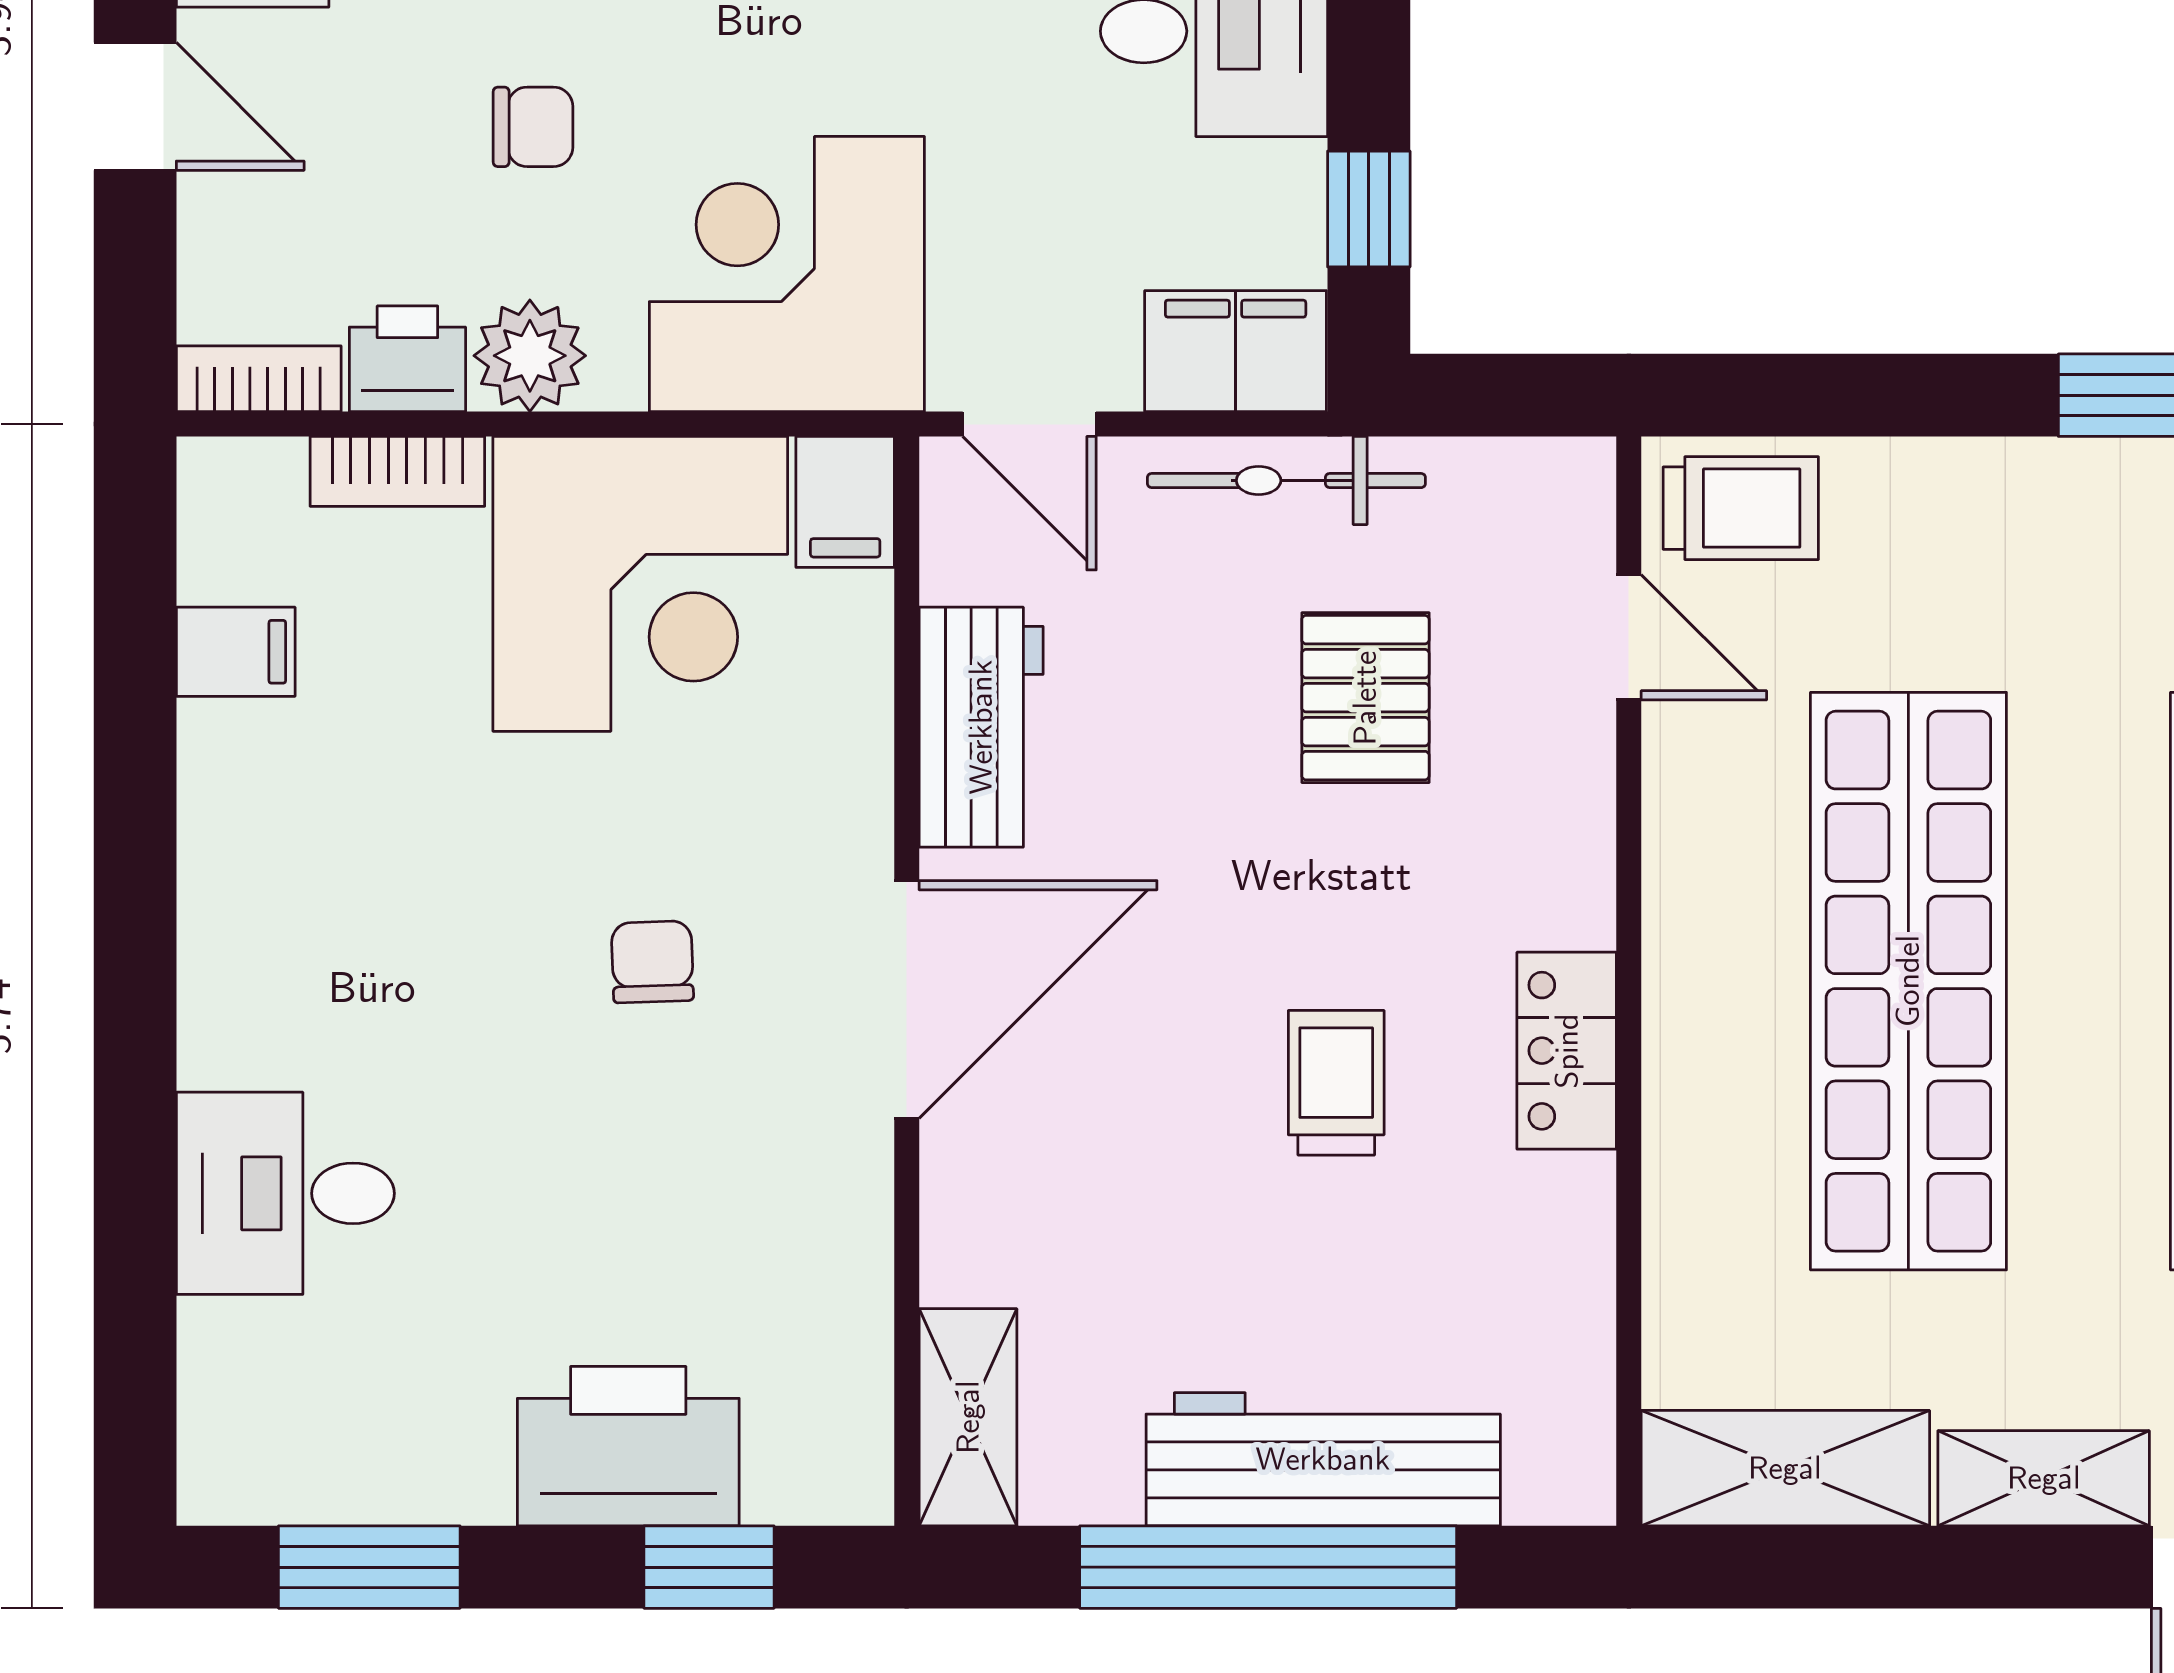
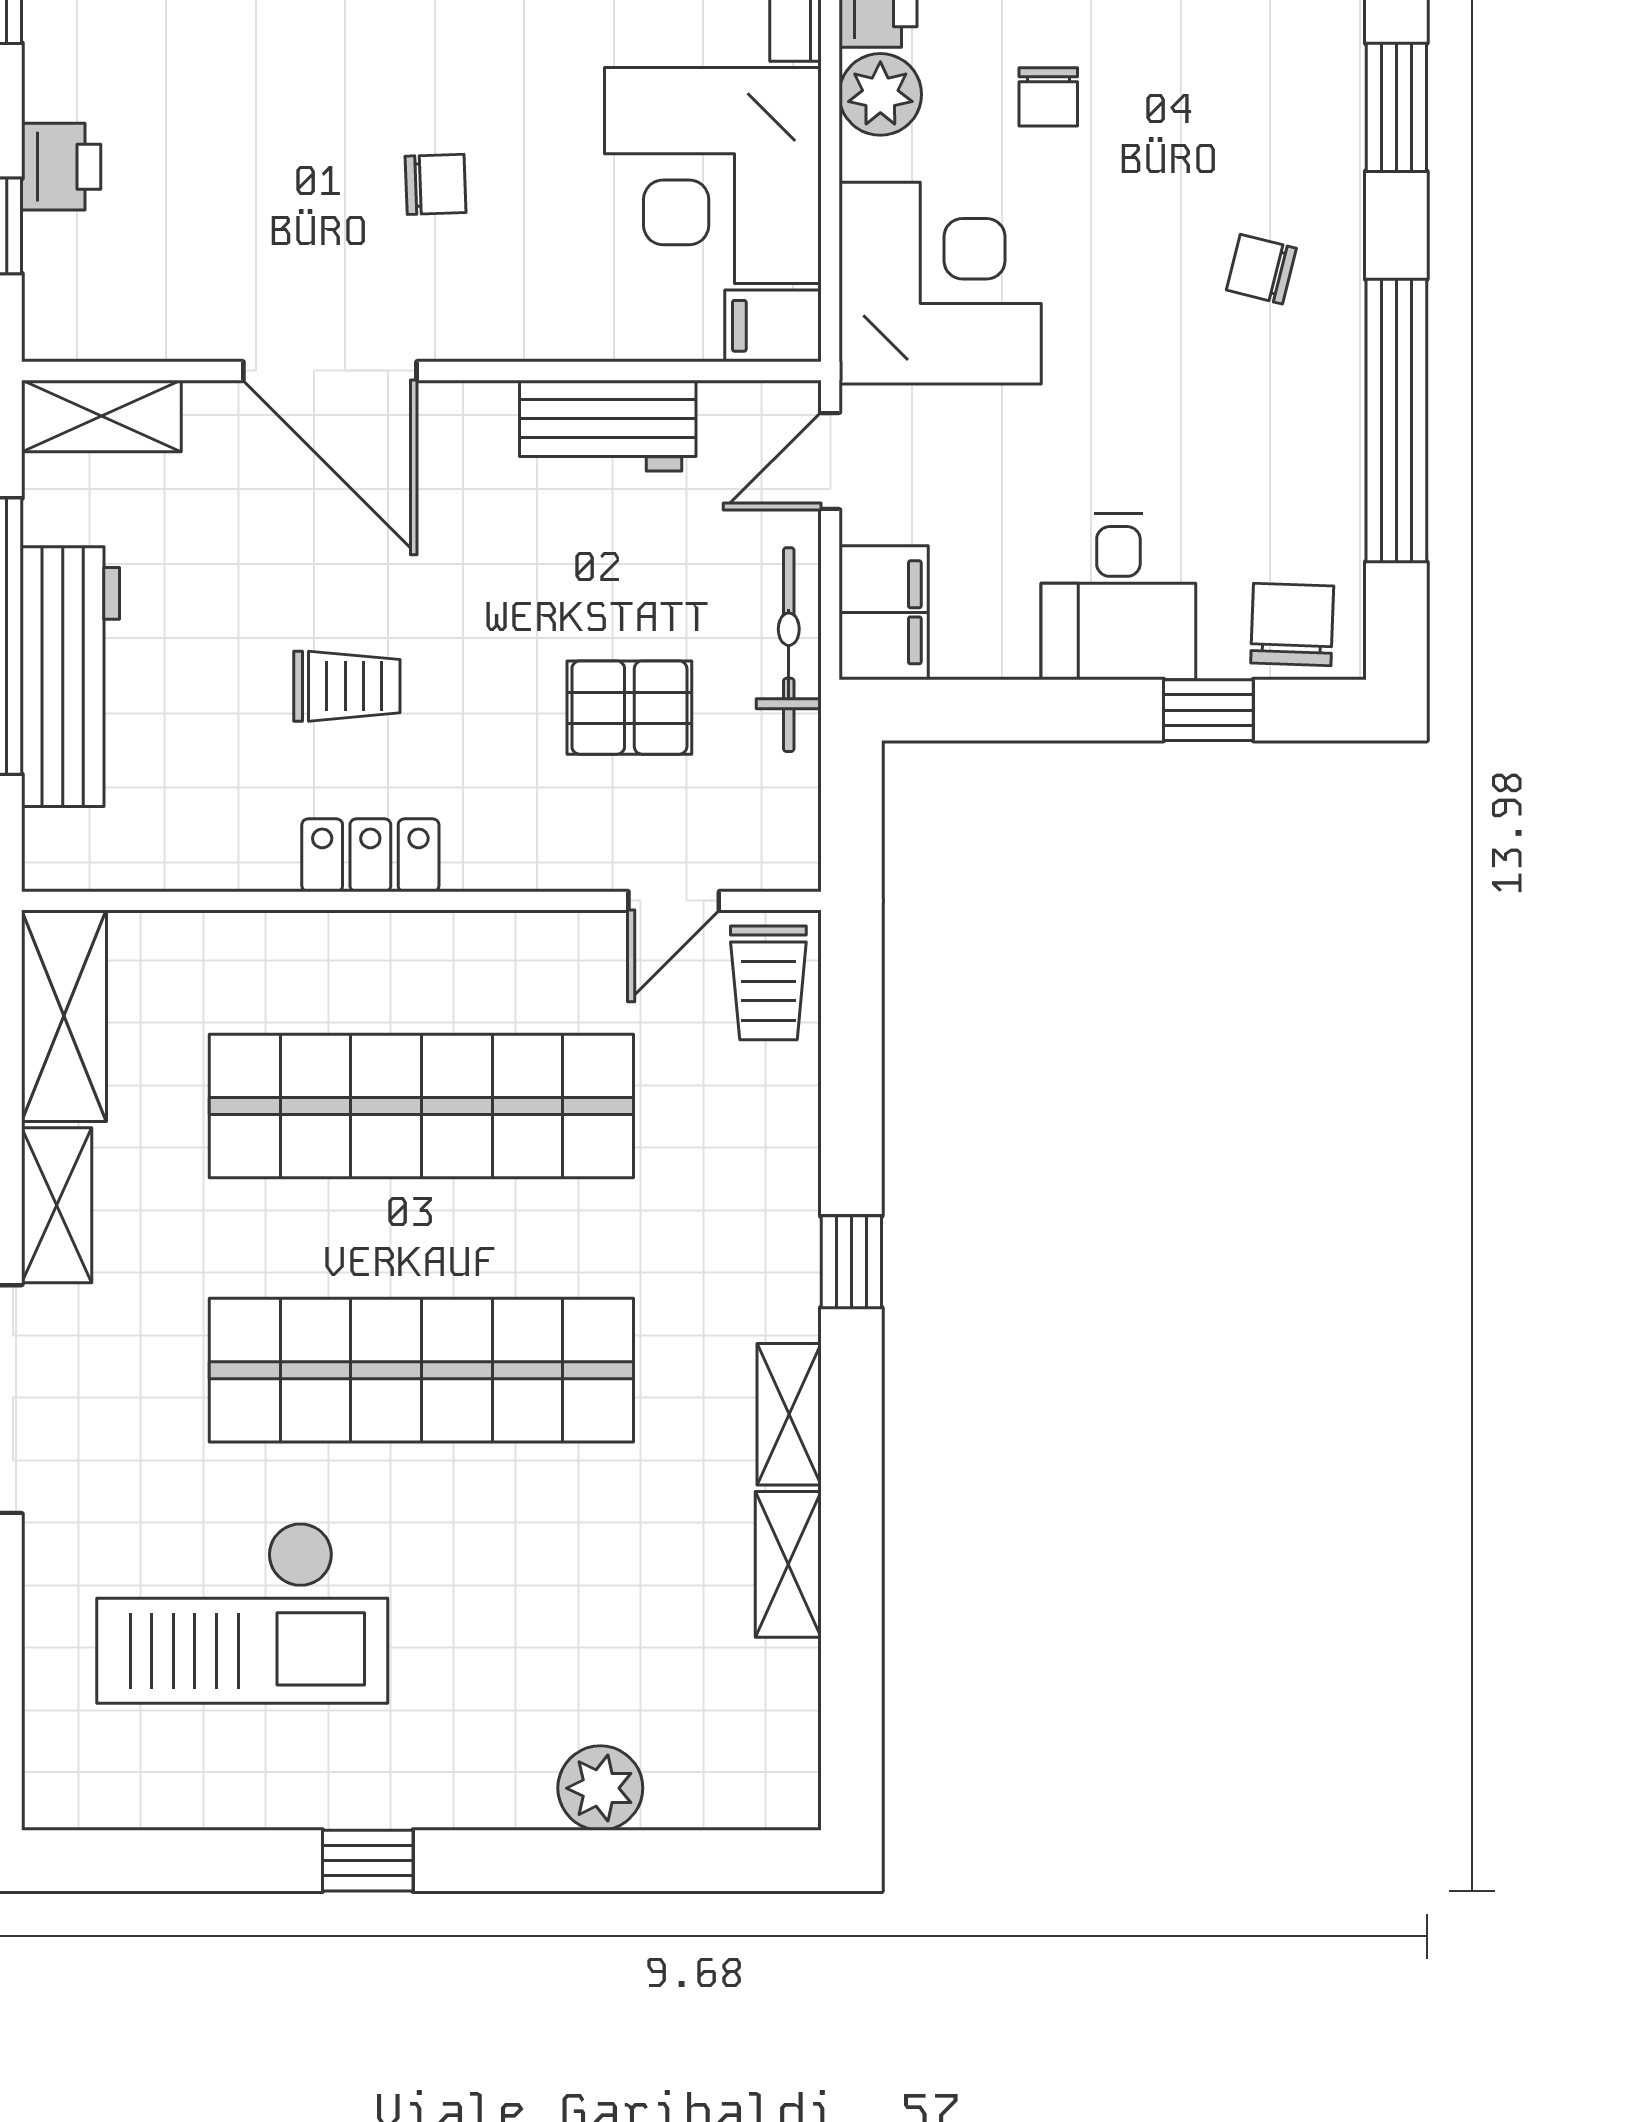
window: (1369, 209) -> (988, 710), removed
door: (907, 999) -> (330, 371), moved
printer: (628, 1446) -> (61, 167), width x0.53, depth x0.68

